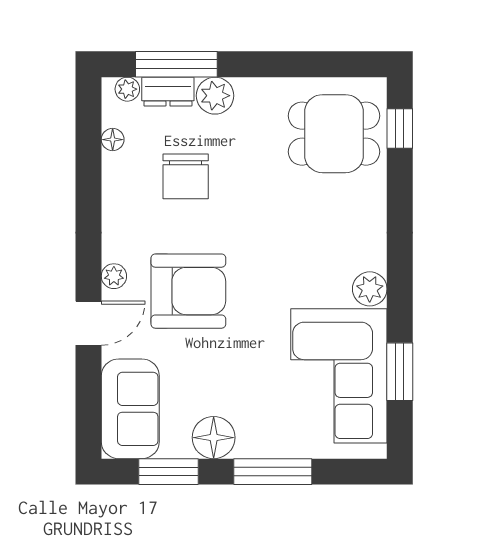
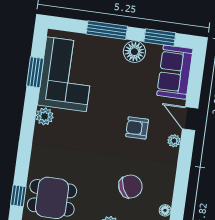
chair: (186, 176) -> (130, 187), turned 66
armchair: (188, 291) -> (137, 128), width x0.53, depth x0.53
door: (89, 323) -> (190, 119), hinge flipped

